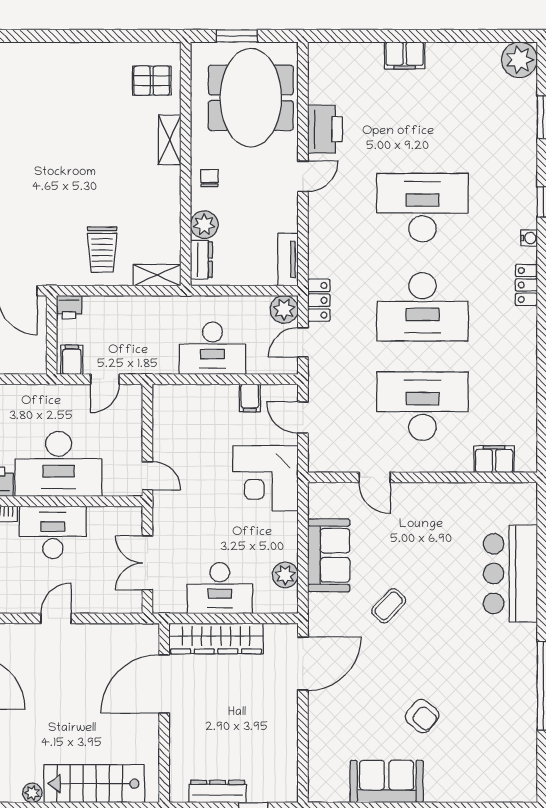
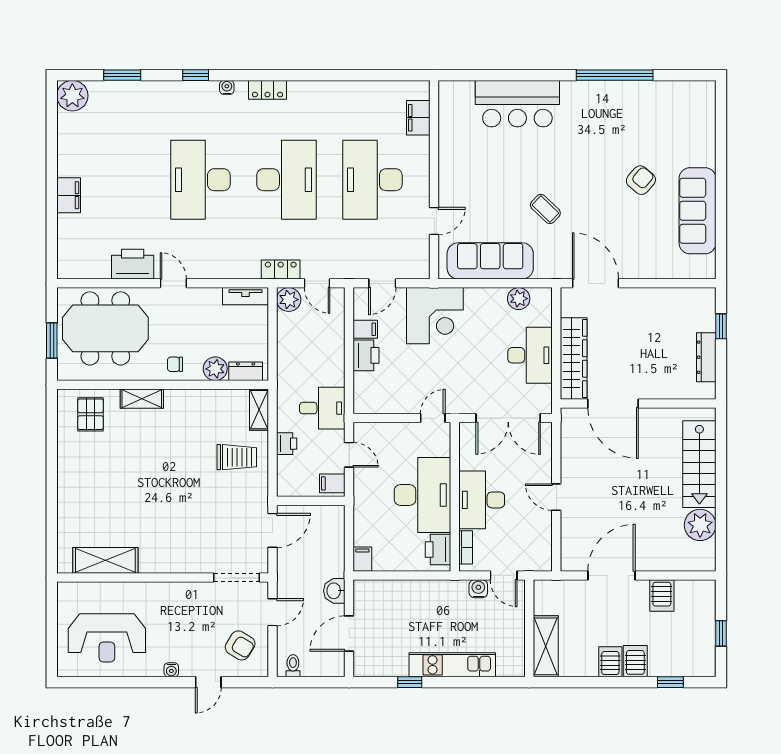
printer: (69, 307) -> (287, 444), moved
desk: (212, 348) -> (322, 408), moved, width x0.73
printer: (220, 399) -> (366, 355), added
sofa: (329, 555) -> (490, 261), width x1.36
double door: (147, 563) -> (508, 418), width x1.37
sofa: (387, 781) -> (697, 211), width x1.36
plant: (32, 793) -> (700, 525), width x1.88, depth x1.88

